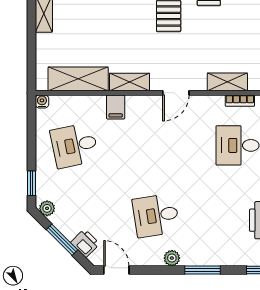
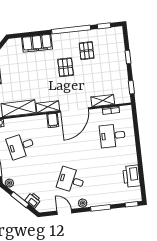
door: (176, 93) -> (74, 110), width x1.88
filing cabinet: (116, 107) -> (53, 120), moved
desk: (156, 215) -> (71, 180), turned 33
door: (116, 270) -> (64, 212), moved

